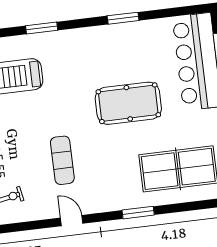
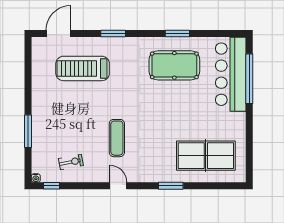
pool table: (128, 103) -> (174, 65), moved

